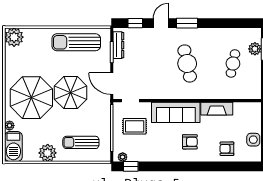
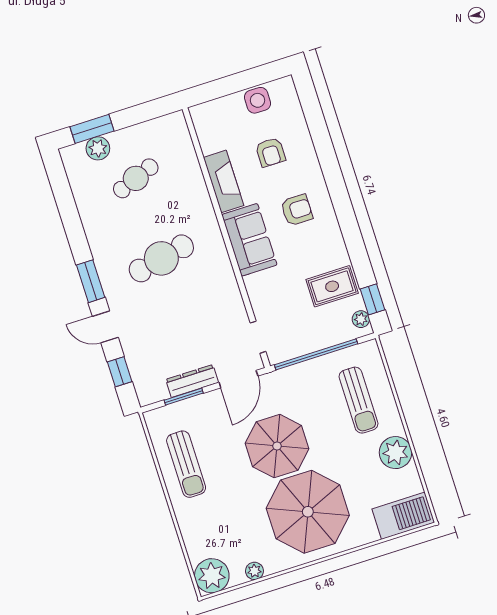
sun lounger: (76, 42) -> (186, 464), width x0.73, depth x0.75
dresser: (118, 45) -> (192, 381), moved
cafe table: (233, 63) -> (136, 178), turned -33
sofa: (176, 112) -> (249, 240), width x0.73
plant: (9, 126) -> (254, 571), moved
rug: (135, 126) -> (332, 286), moved, turned 90
armchair: (190, 142) -> (297, 210), turned 90
armchair: (227, 149) -> (270, 152), moved

